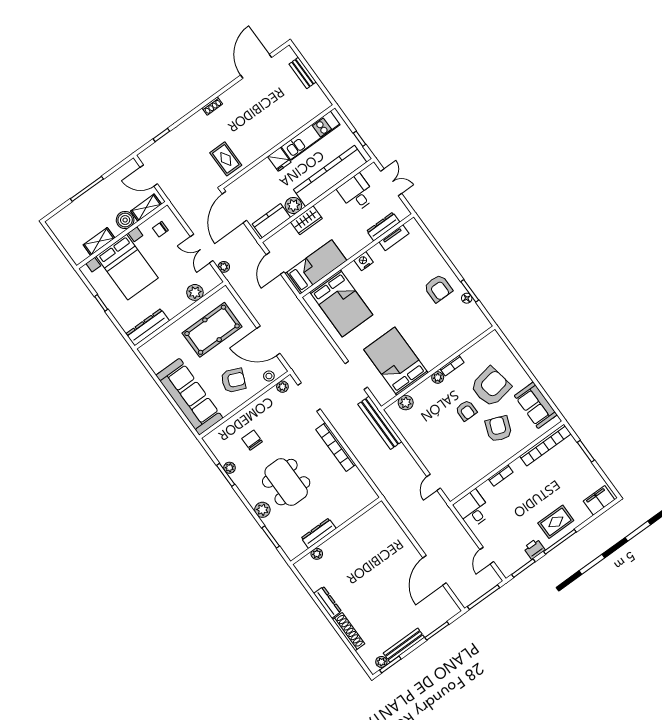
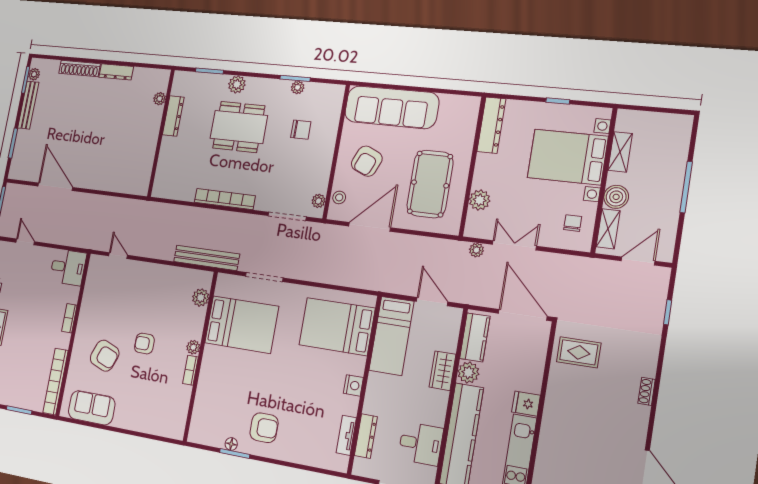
armchair: (438, 288) -> (264, 428), turned 180
armchair: (491, 387) -> (142, 385), removed

